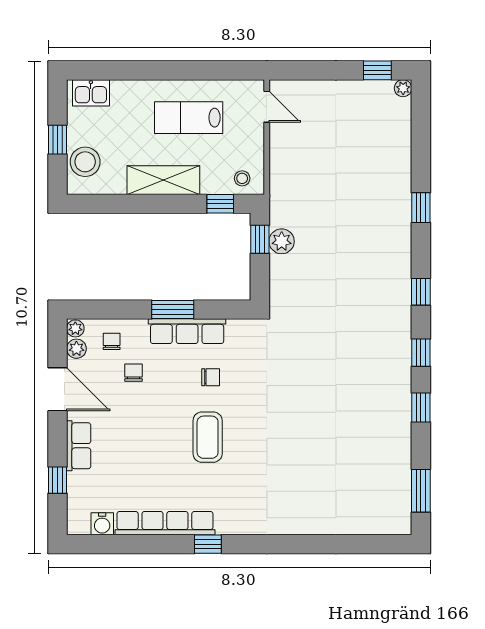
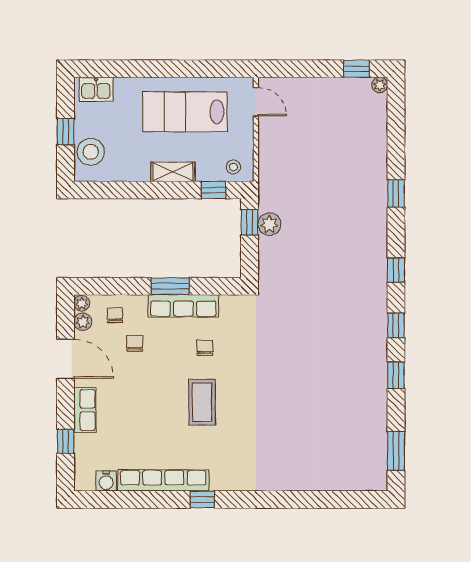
lab bench: (189, 118) -> (185, 112), width x1.36, depth x1.39
shelving: (163, 180) -> (173, 172), width x0.67, depth x0.75
chair: (211, 377) -> (205, 348), turned -90

